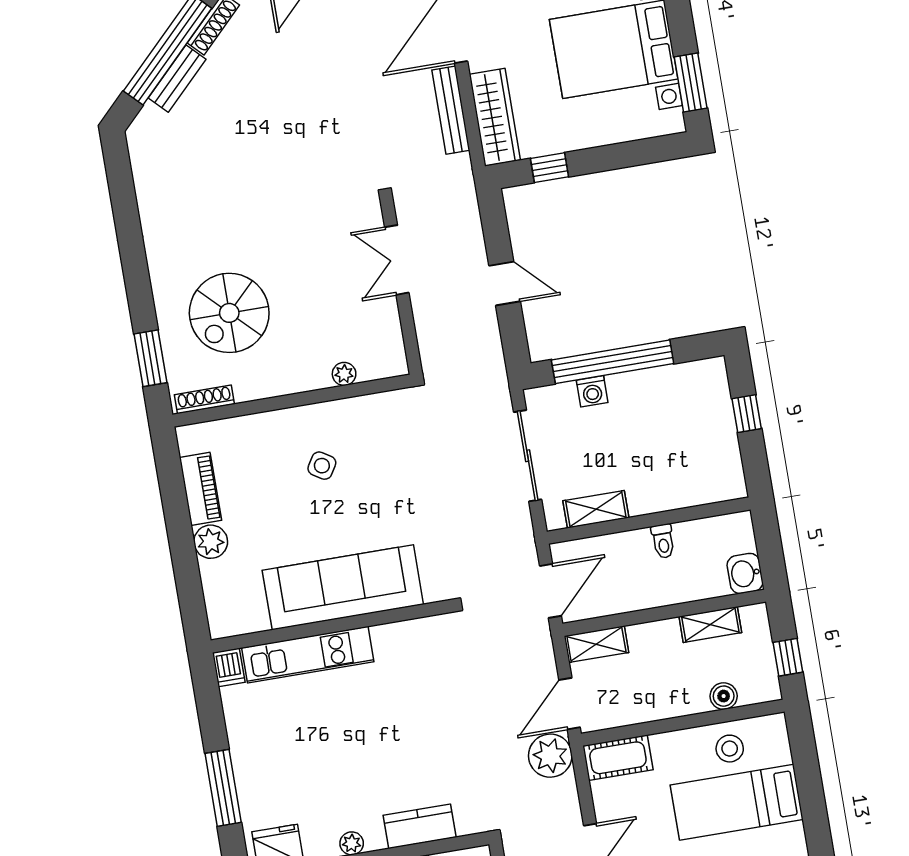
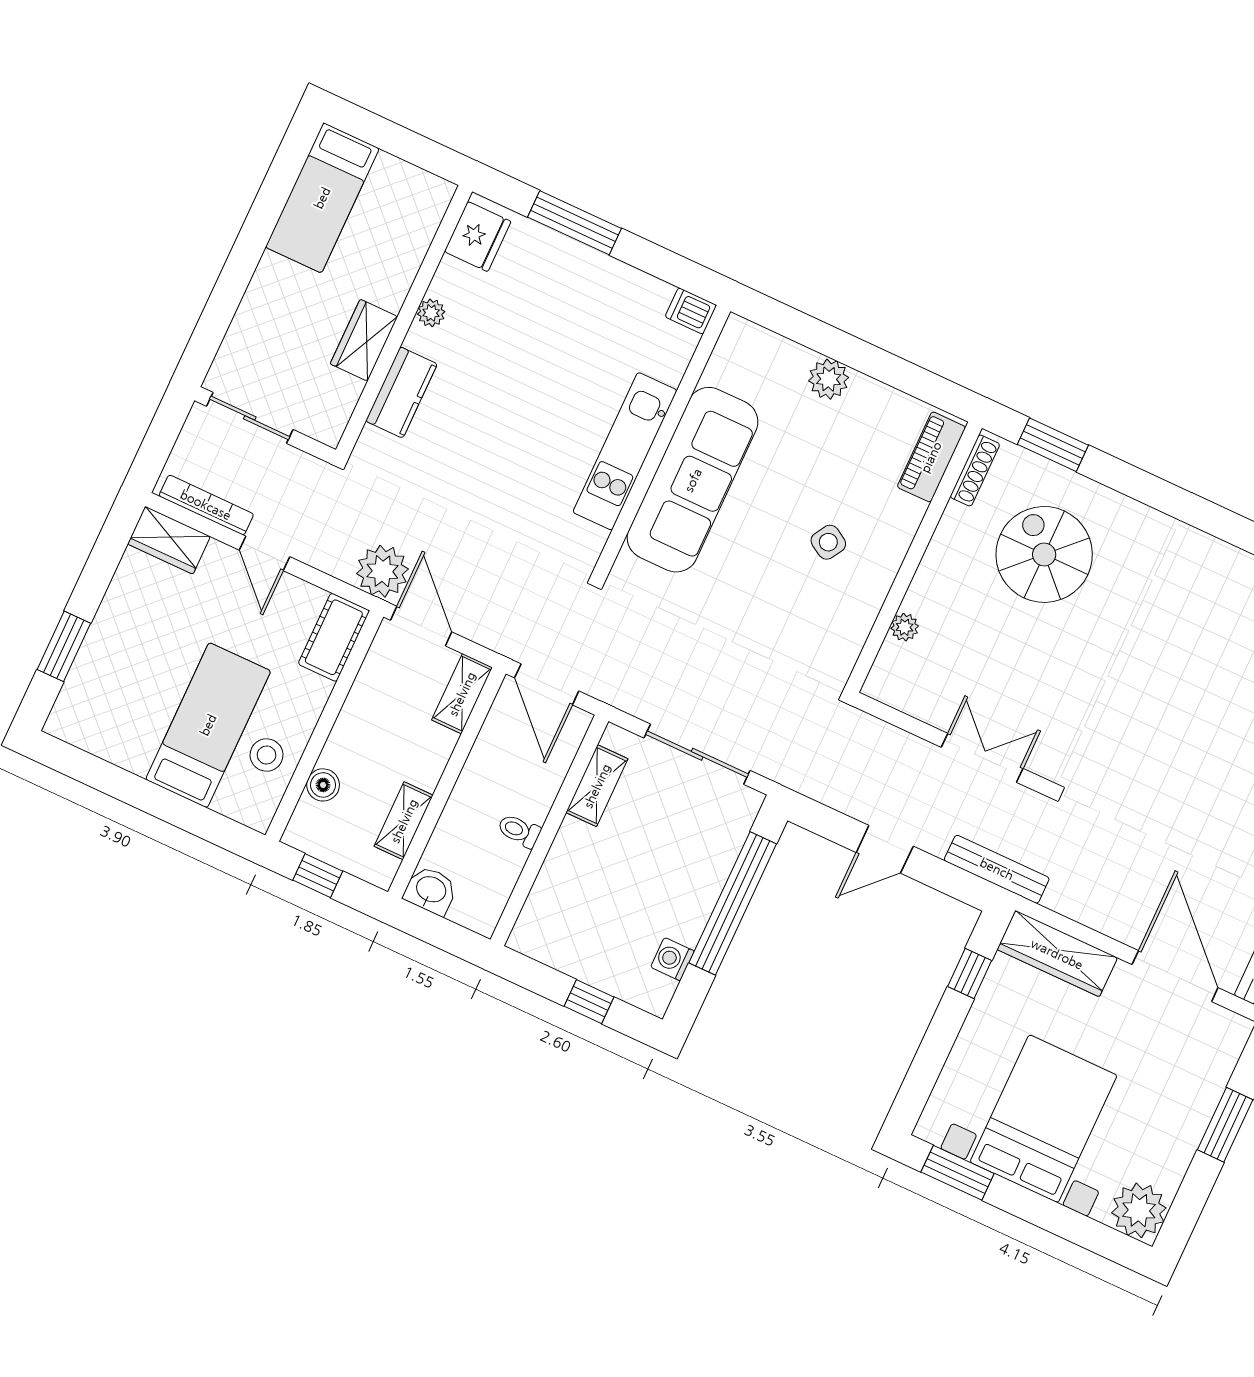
bench: (451, 110) -> (997, 869), moved
washing machine: (592, 391) -> (672, 959), moved
piano: (200, 489) -> (931, 457), moved, turned 90
kitchen unit: (308, 655) -> (625, 451), moved

